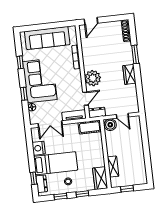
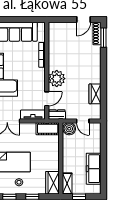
door: (91, 21) -> (84, 19), moved
window: (135, 54) -> (103, 38), moved
wardrobe: (129, 74) -> (95, 94), moved
freezer: (138, 160) -> (94, 169), added
shelving: (113, 167) -> (67, 183), moved

